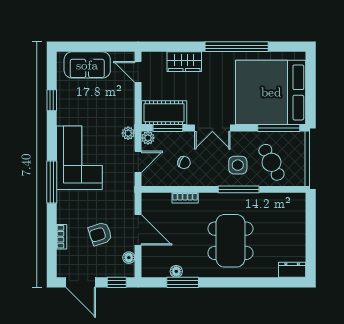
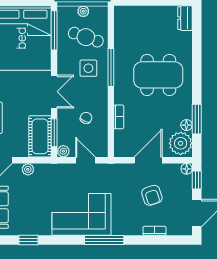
plant: (128, 133) -> (28, 169), moved
plant: (299, 160) -> (83, 11), added
cafe table: (271, 162) -> (86, 37), turned 46
floor lamp: (129, 258) -> (187, 169), moved
plant: (156, 265) -> (181, 143), added

